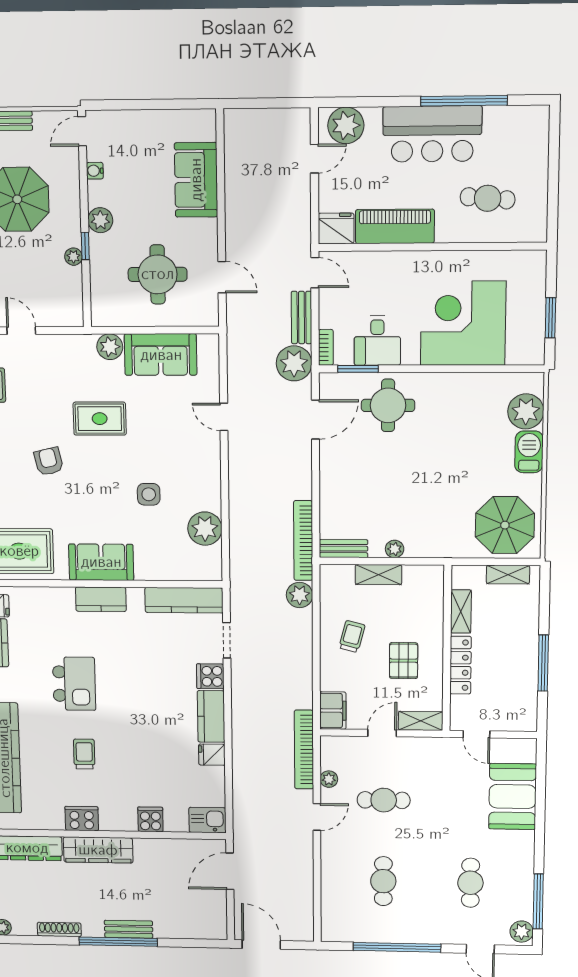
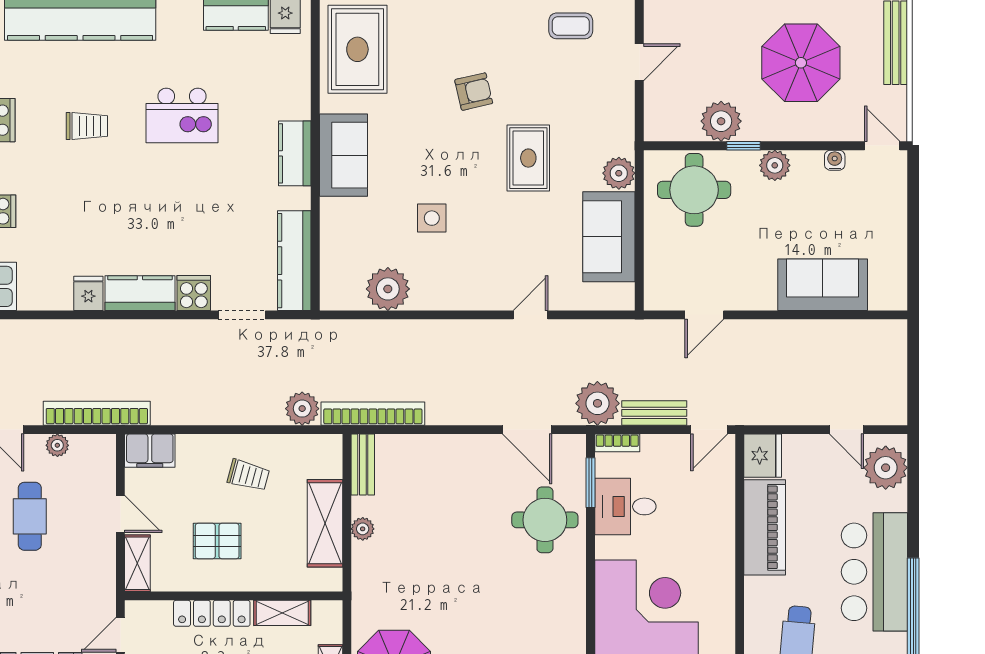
plant: (73, 257) -> (721, 121), width x1.88, depth x1.88
round table: (158, 274) -> (694, 190), moved
shelving: (378, 575) -> (325, 523), width x1.50, depth x1.33

